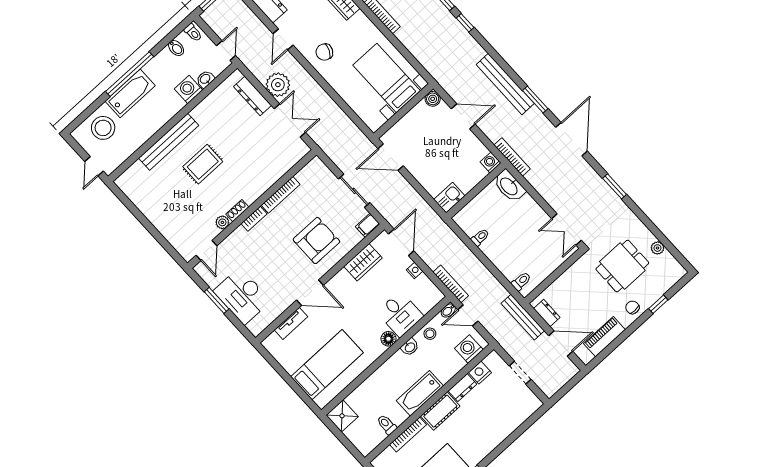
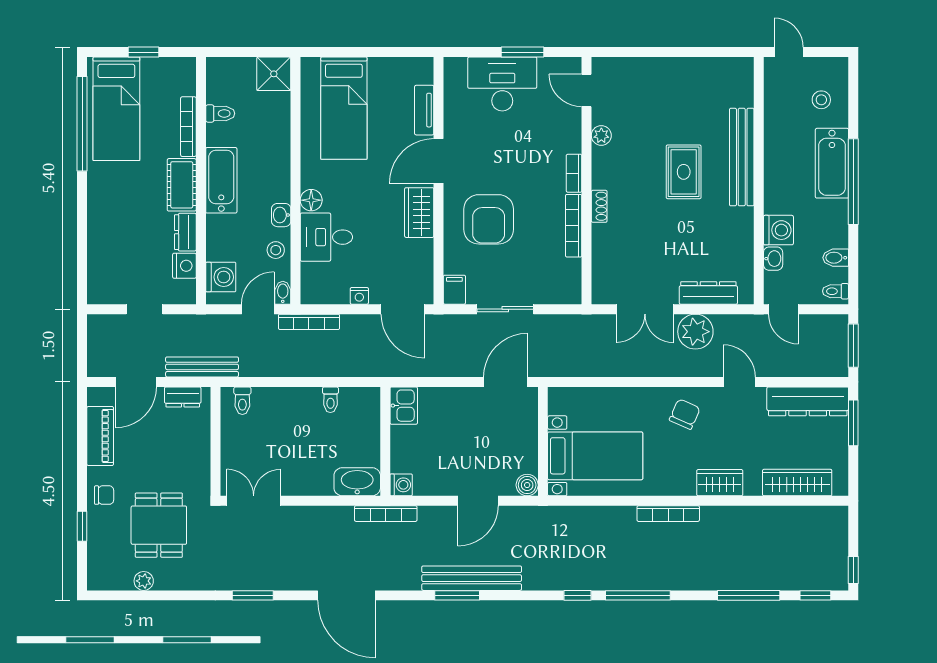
window: (535, 100) -> (457, 595), moved
stool: (103, 128) -> (821, 100), width x0.53, depth x0.53
shoe rack: (237, 211) -> (599, 206), moved
wardrobe: (363, 262) -> (419, 213), moved

